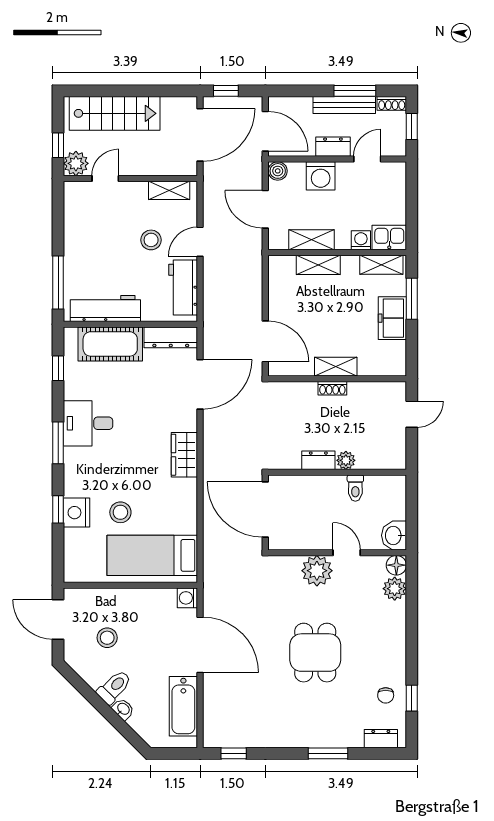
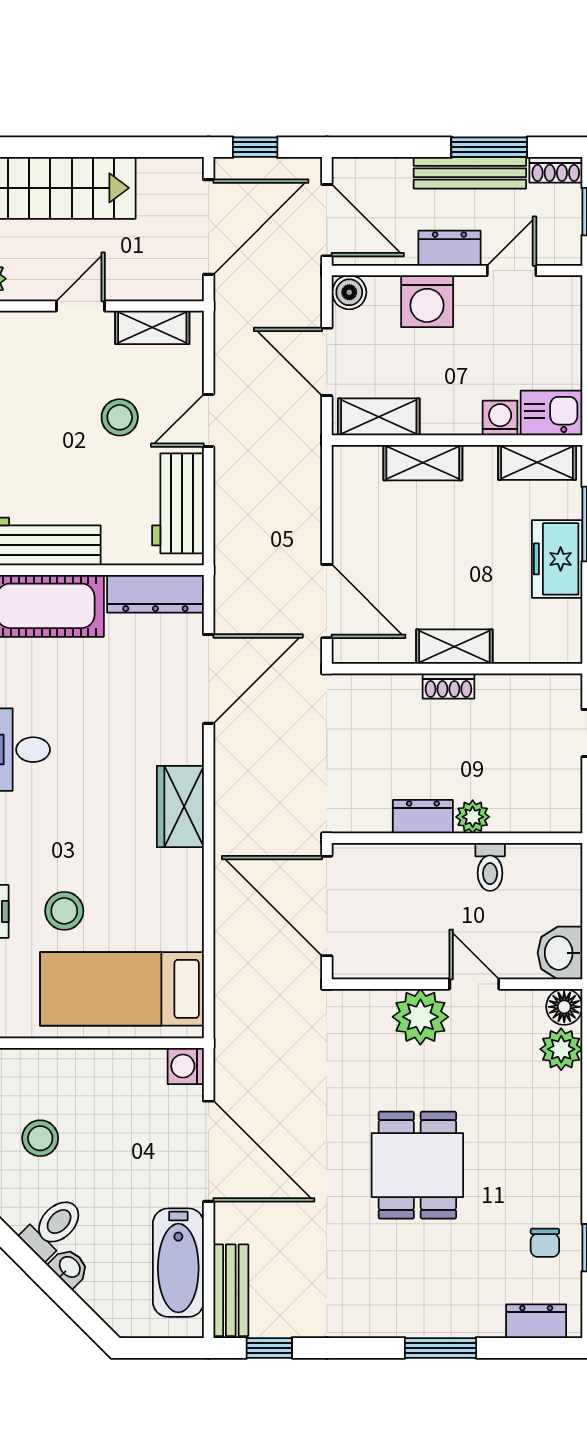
door: (105, 179) -> (80, 306), moved
shelving: (311, 240) -> (379, 417), moved
bench: (212, 722) -> (231, 1290), added

